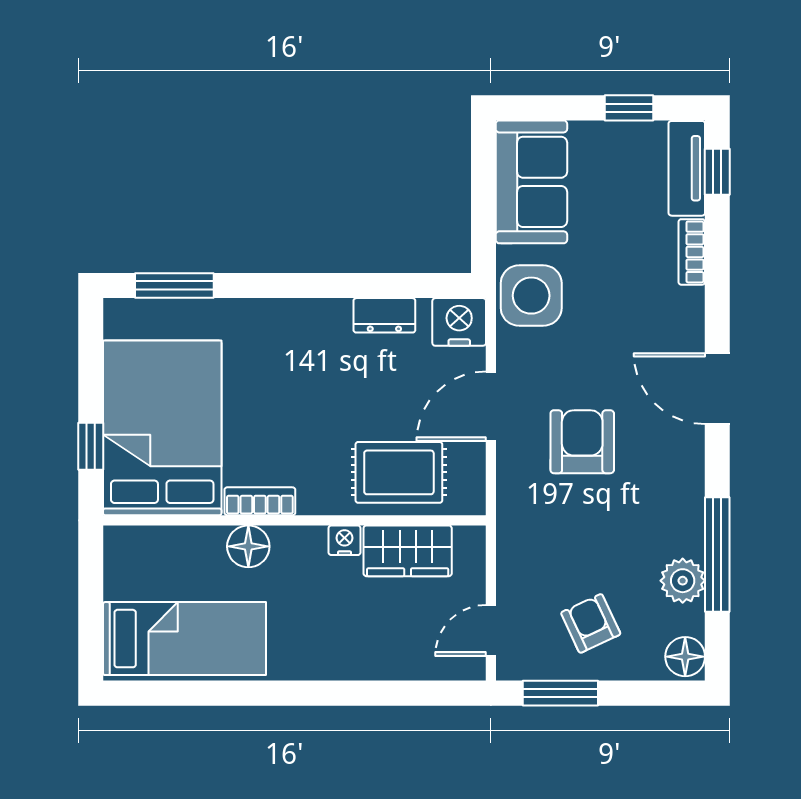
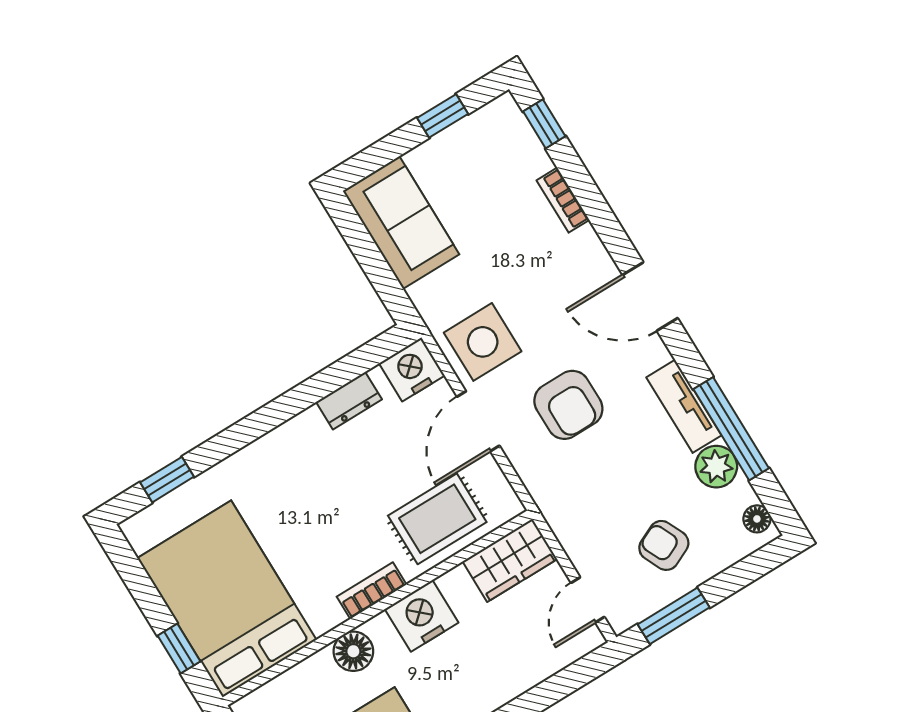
tv unit: (687, 168) -> (684, 406), moved
window: (174, 286) -> (167, 480), width x0.67
side table: (531, 296) -> (483, 342), moved
armchair: (582, 442) -> (568, 405), turned 180
bookcase: (260, 501) -> (372, 591), moved
nightstand: (345, 540) -> (422, 616), width x1.89, depth x1.79
wardrobe: (408, 551) -> (510, 560), moved
floor lamp: (685, 657) -> (757, 519), width x0.73, depth x0.73

